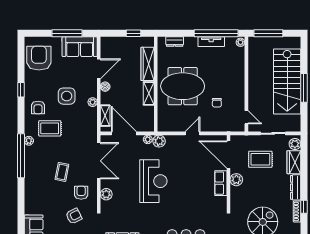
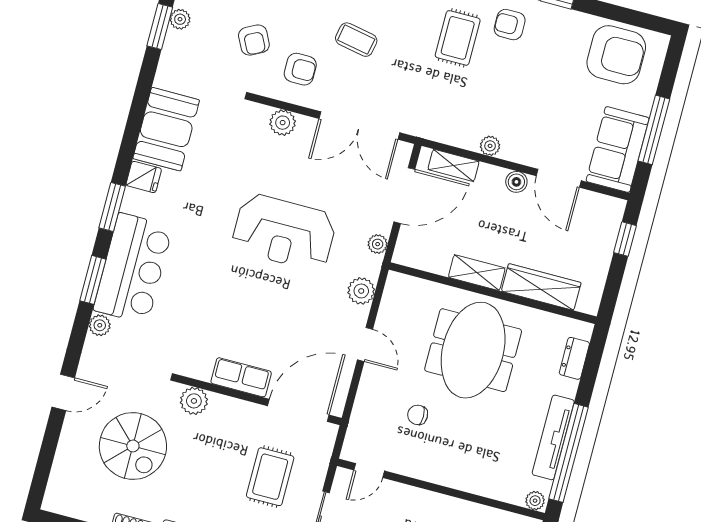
window: (133, 33) -> (625, 239), moved
tv unit: (211, 42) -> (553, 437), width x1.41
side table: (67, 96) -> (518, 93), removed
plant: (159, 141) -> (361, 291), moved
plant: (236, 180) -> (194, 401), moved

